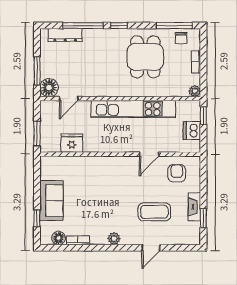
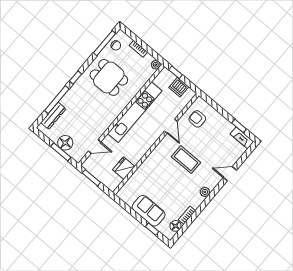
floor lamp: (49, 88) -> (65, 143), moved
door: (69, 99) -> (95, 147), hinge flipped
window: (37, 134) -> (91, 178), moved
fireplace: (194, 207) -> (242, 138), moved
coffee table: (154, 212) -> (186, 160), moved, turned 90
door: (151, 248) -> (230, 174), swing flipped

